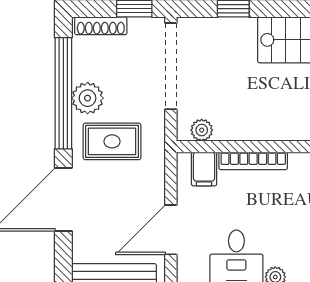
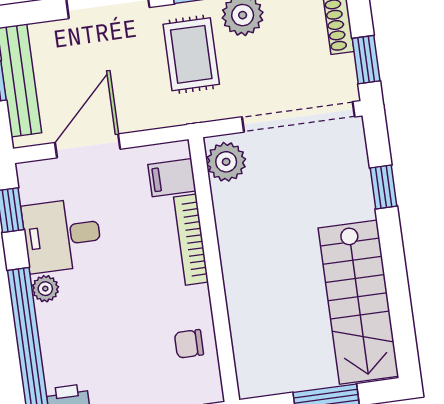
plant: (202, 130) -> (226, 162), width x1.38, depth x1.38
door: (171, 230) -> (88, 146), hinge flipped

